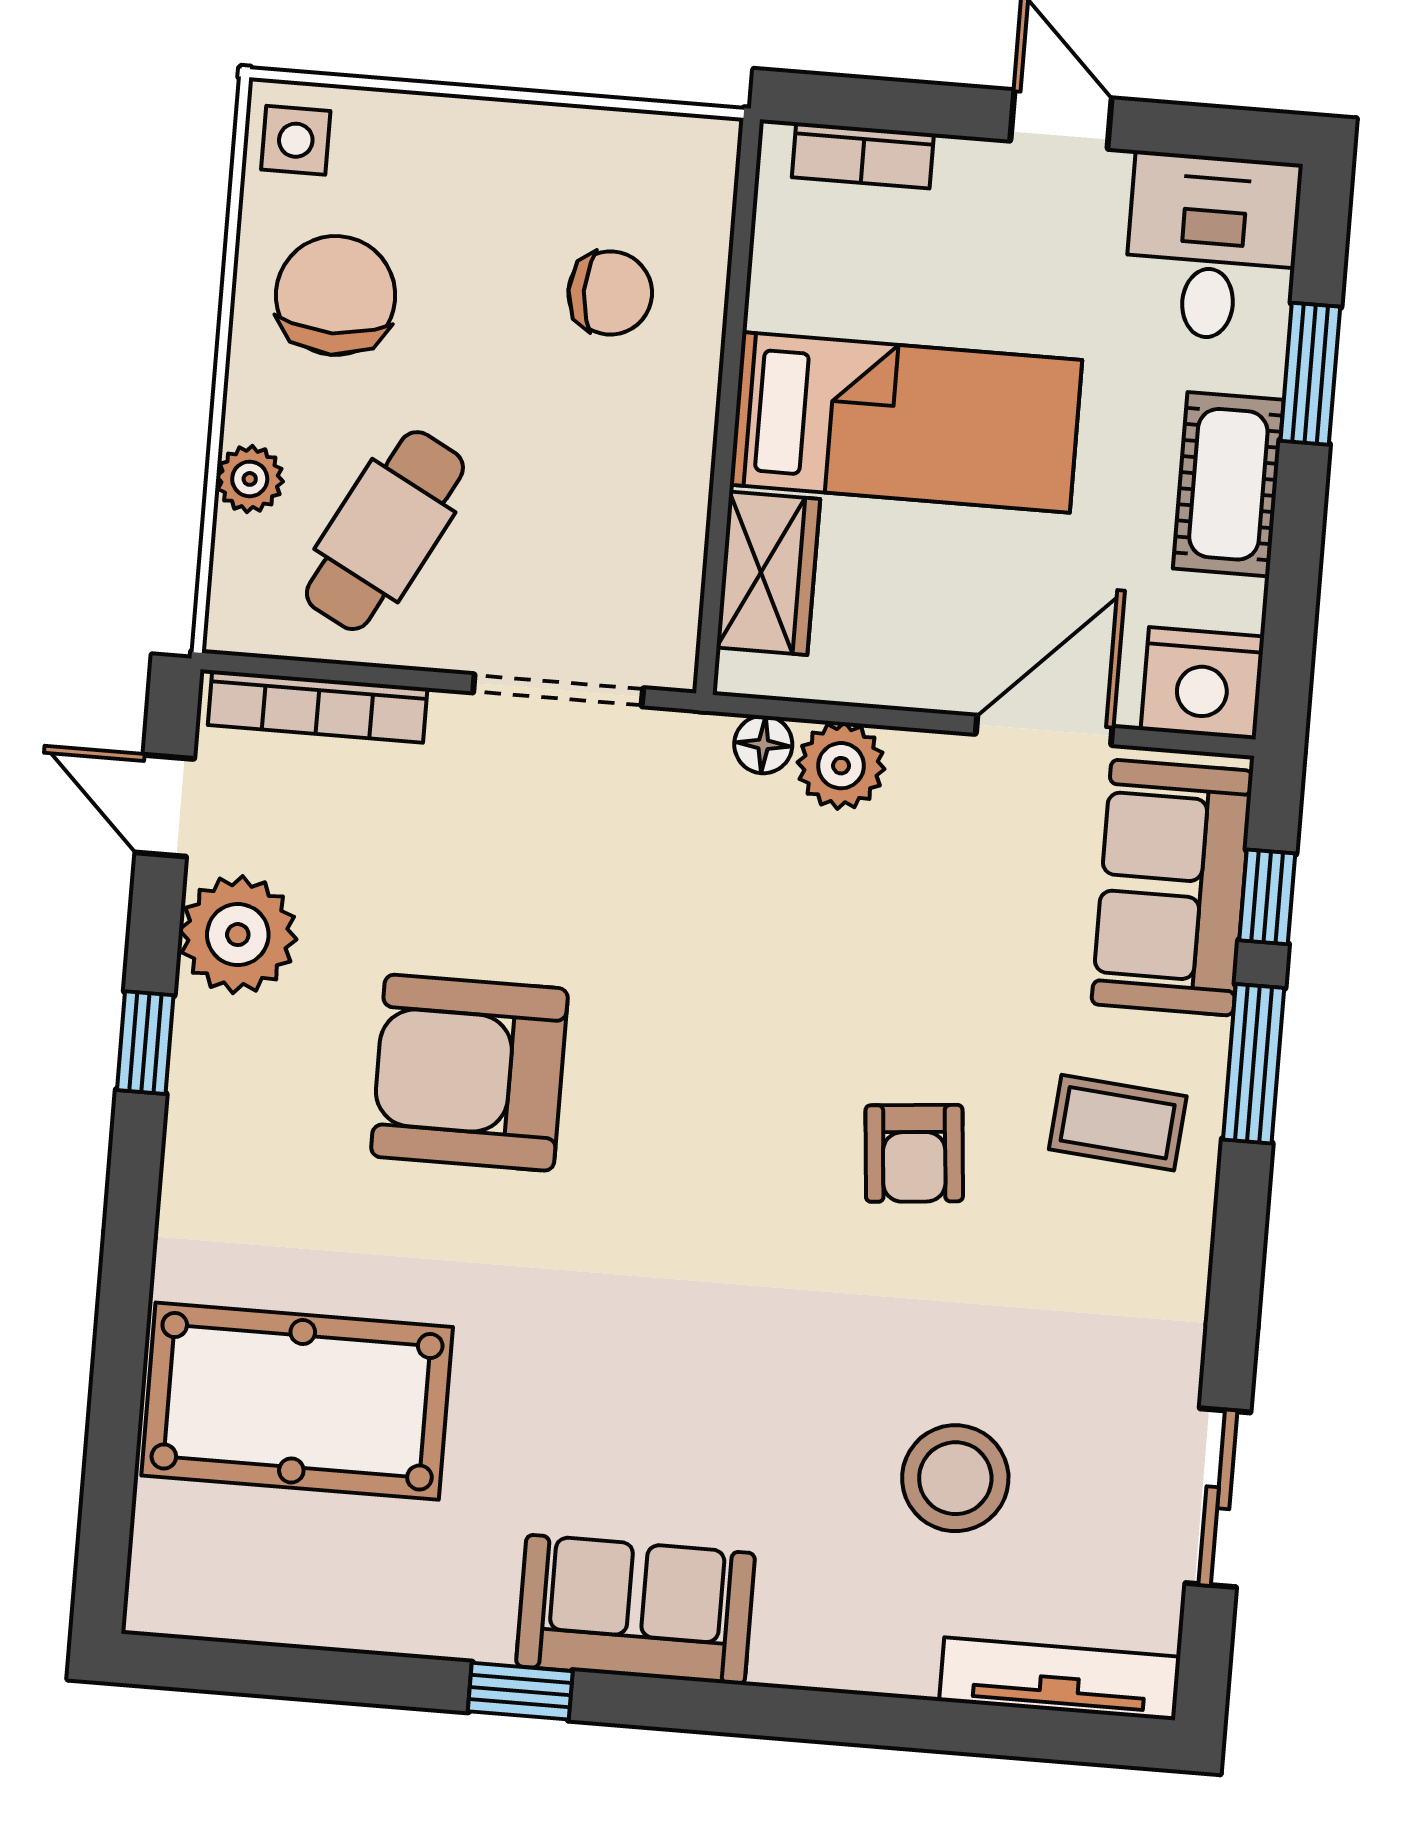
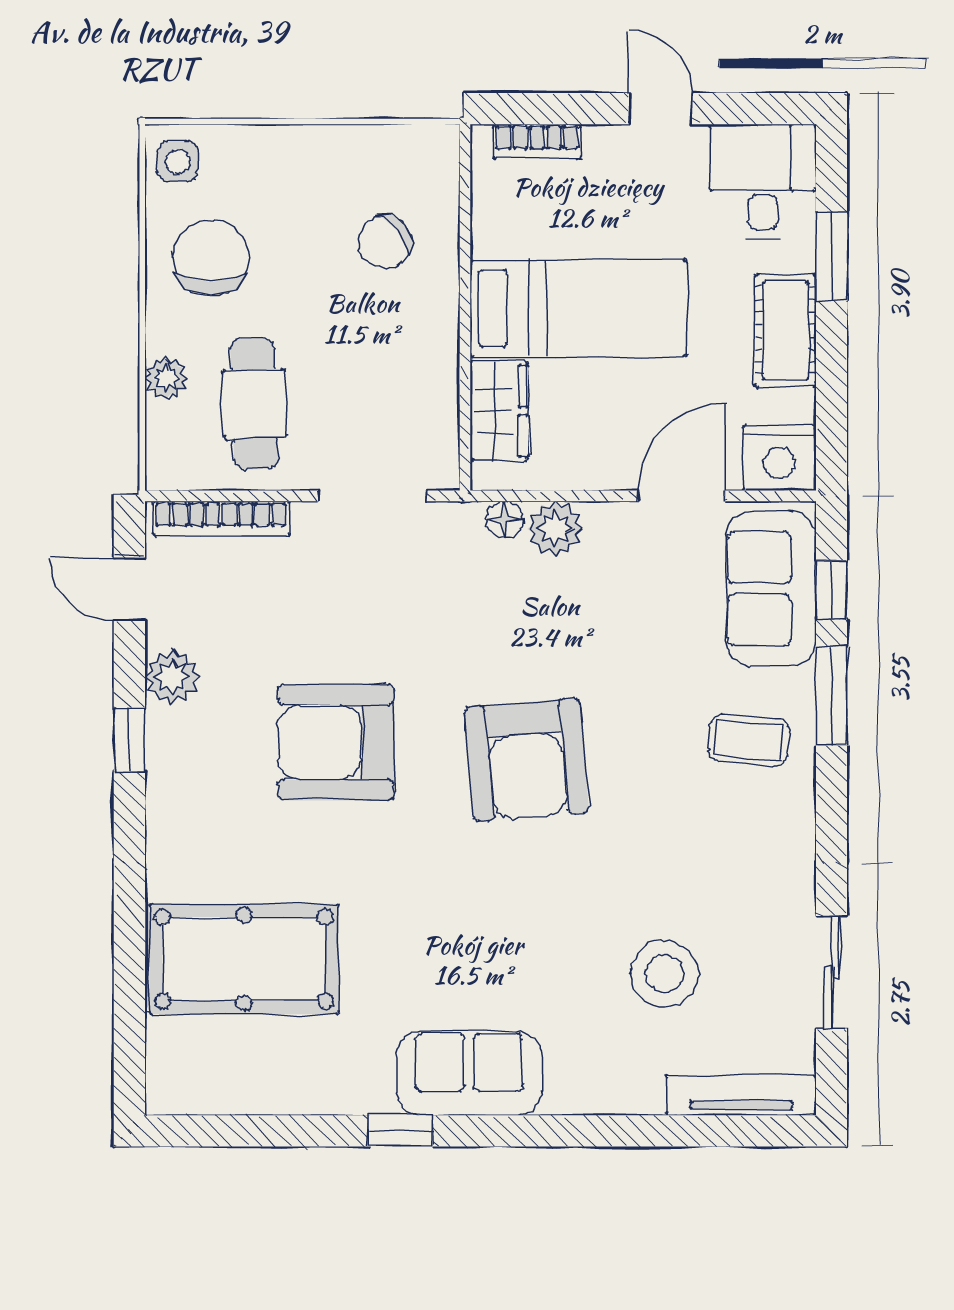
chair: (610, 293) -> (384, 242), turned 142
cafe table: (385, 531) -> (254, 404), turned -30
plant: (238, 935) -> (172, 677), width x0.73, depth x0.73
armchair: (914, 1153) -> (527, 760), moved, width x1.88, depth x1.88

